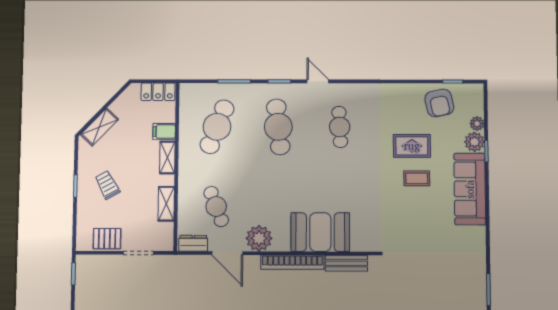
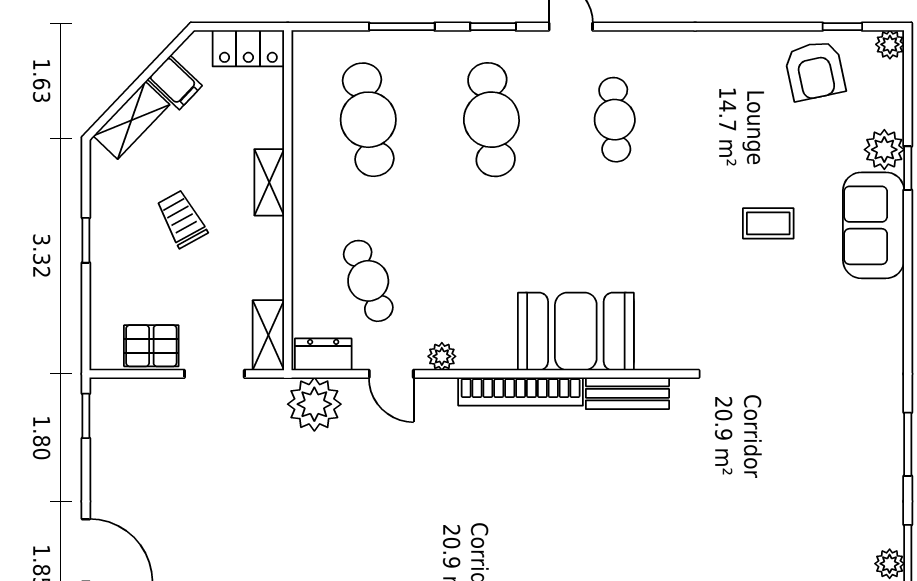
plant: (477, 124) -> (890, 44), moved
cafe table: (217, 127) -> (368, 120), turned -30
filing cabinet: (164, 132) -> (175, 82), moved, turned -136
rug: (412, 146) -> (759, 158), removed
trolley: (107, 185) -> (182, 219), moved
sofa: (470, 189) -> (874, 225), width x0.73
shelving: (166, 204) -> (268, 335), moved
plant: (259, 238) -> (442, 356), width x0.53, depth x0.53
door: (227, 253) -> (391, 374), width x0.73
plant: (188, 268) -> (314, 404), added

